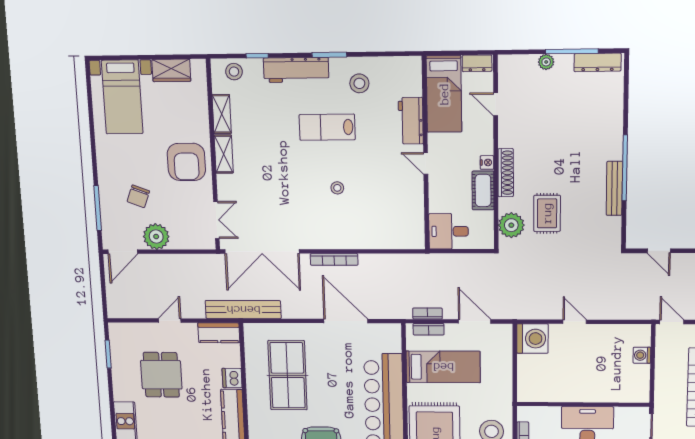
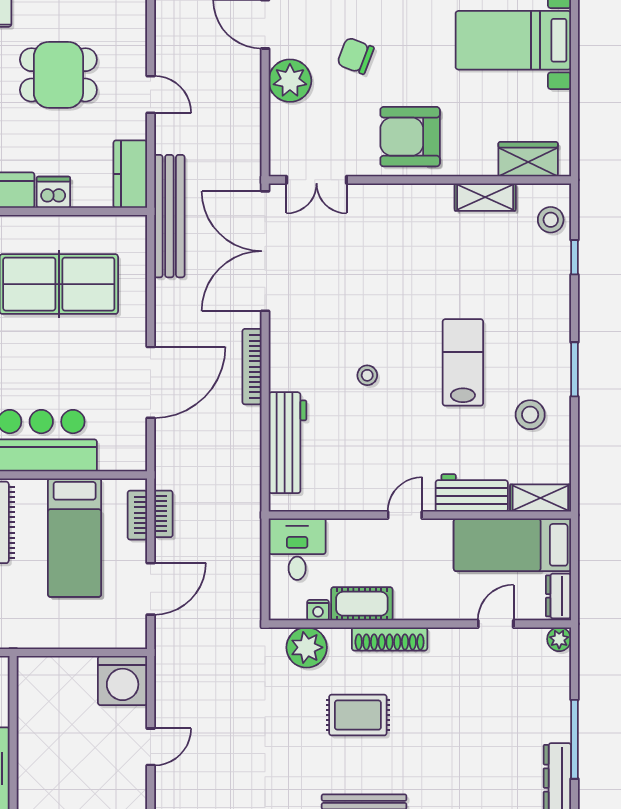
plant: (546, 62) -> (559, 639), moved
wardrobe: (171, 70) -> (528, 159), moved, turned 90
workbench: (296, 70) -> (288, 443), moved, turned 180
shelving: (224, 154) -> (540, 498), moved
nightstand: (487, 162) -> (318, 610), moved
rug: (547, 213) -> (358, 715), moved

